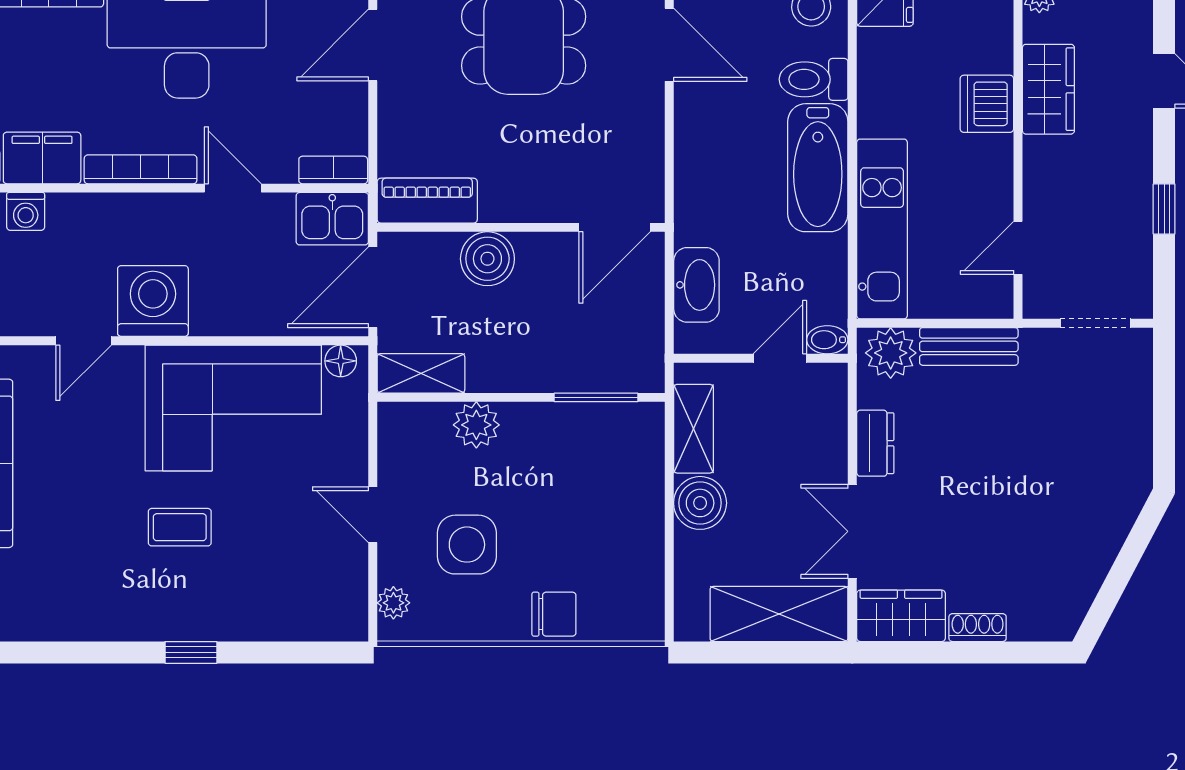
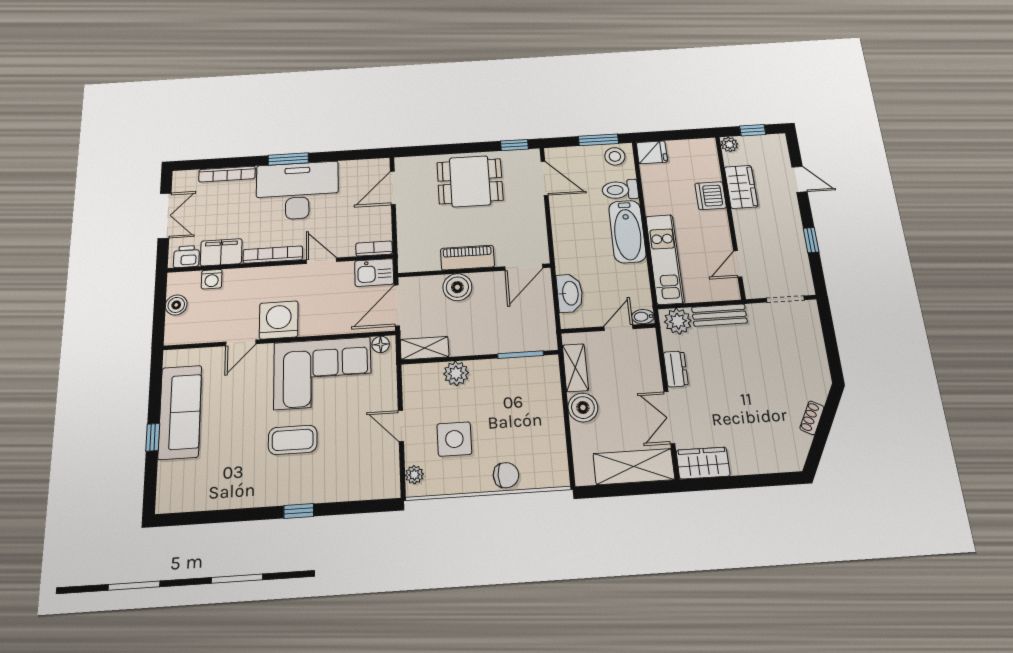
piano: (427, 201) -> (467, 258), moved
coffee table: (180, 527) -> (293, 440), width x1.36, depth x1.30
shoe rack: (978, 628) -> (812, 418), moved, turned -62

